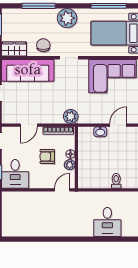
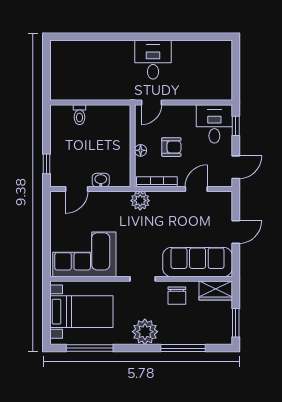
plant: (70, 165) -> (142, 136), removed
desk: (107, 222) -> (153, 60), moved

